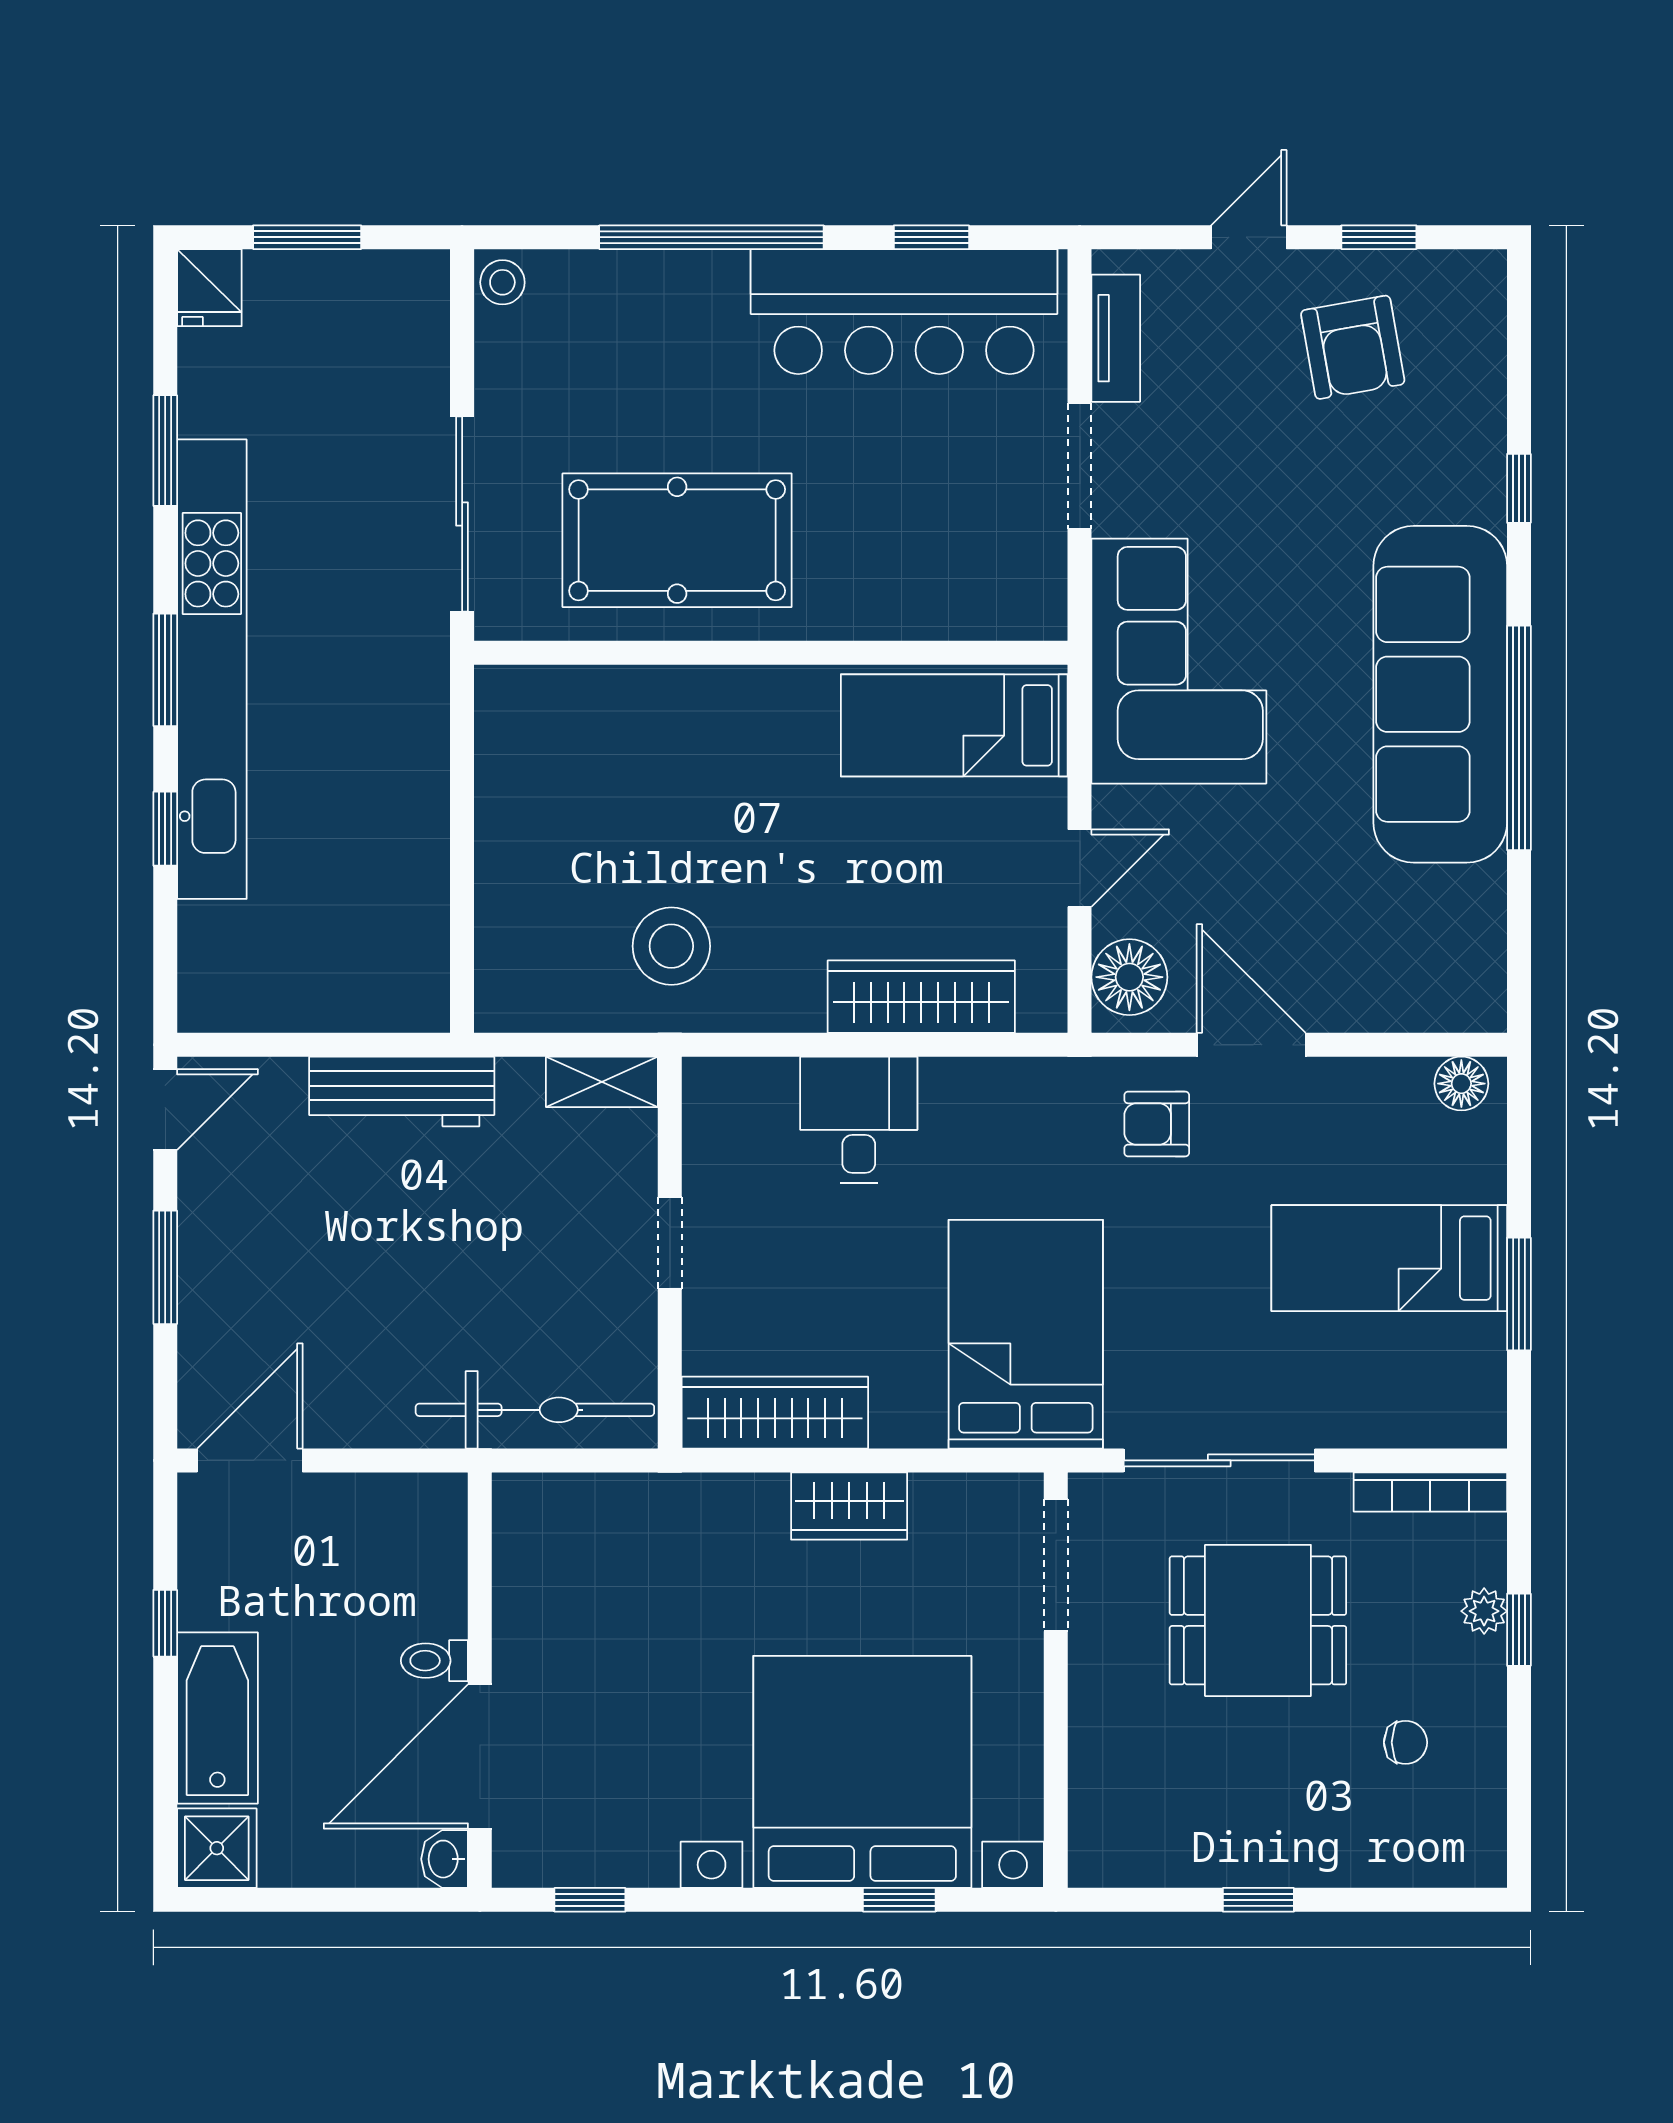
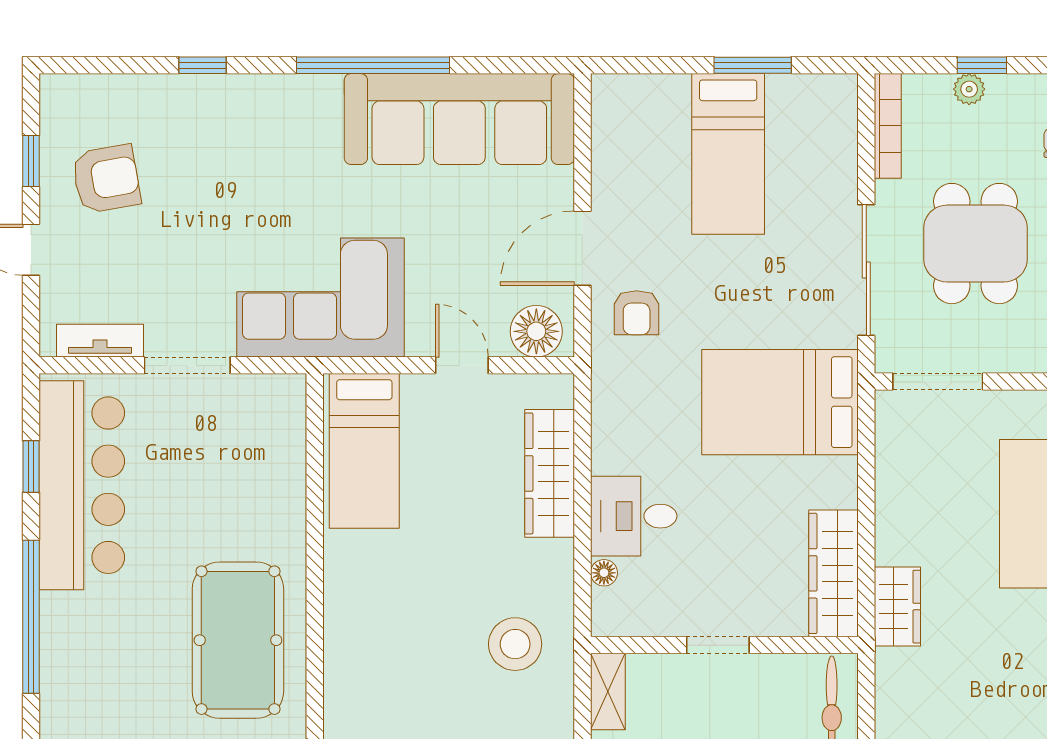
sofa: (1440, 694) -> (459, 119), moved
floor lamp: (1461, 1084) -> (604, 573), moved, width x0.73, depth x0.73
wardrobe: (849, 1506) -> (897, 607), moved

